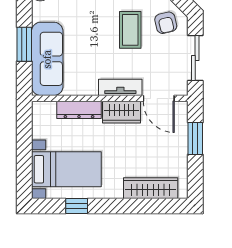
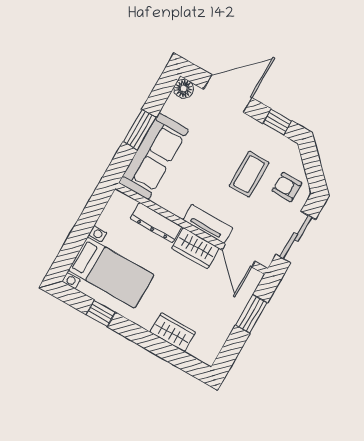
armchair: (166, 23) -> (287, 187), turned 103
wardrobe: (151, 188) -> (173, 332), width x0.67

